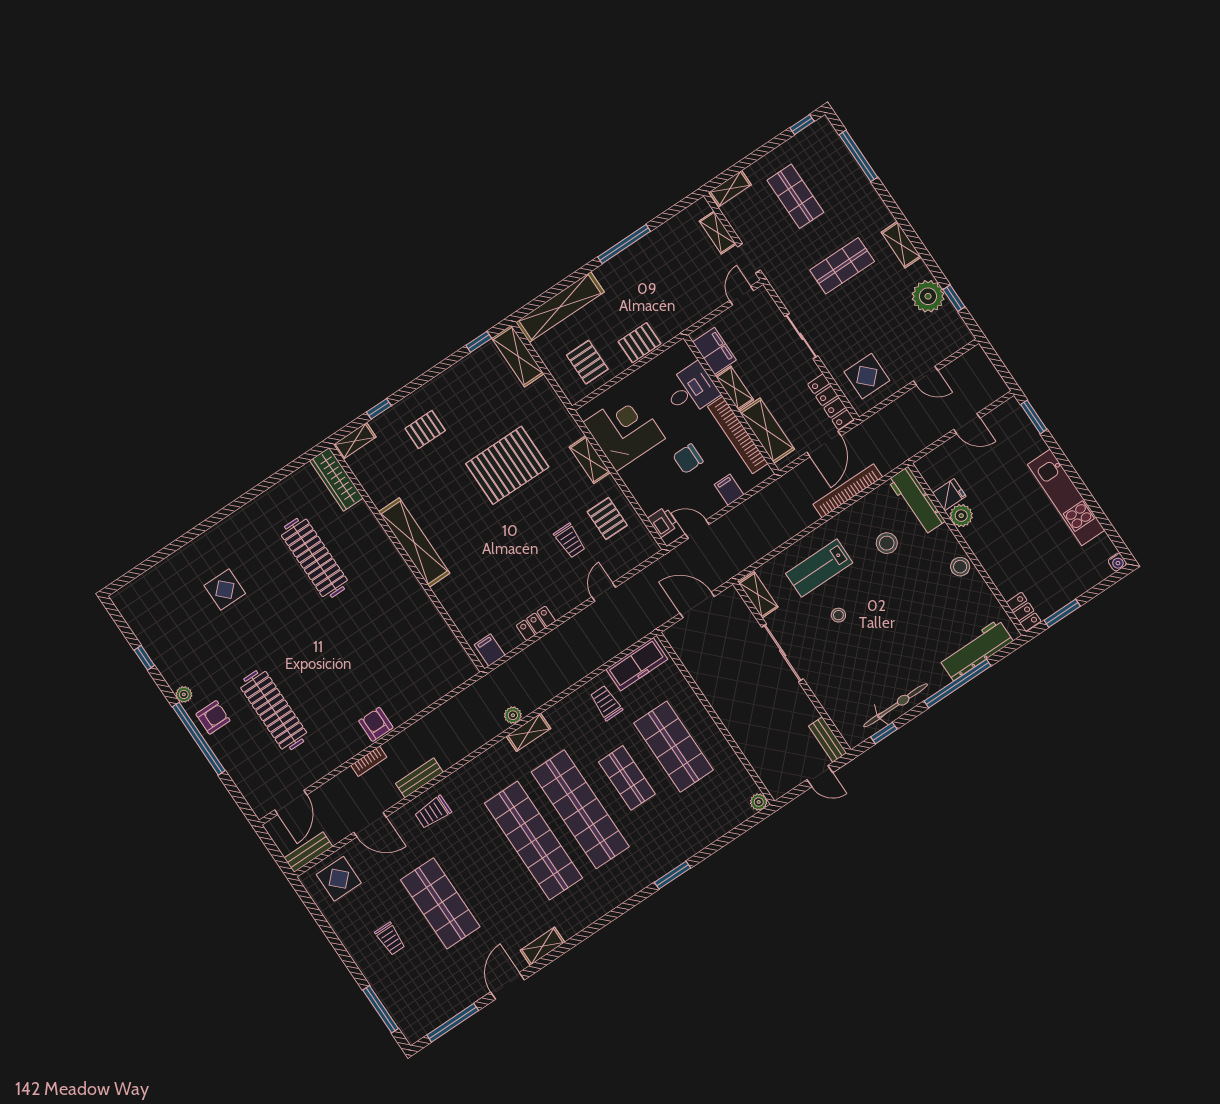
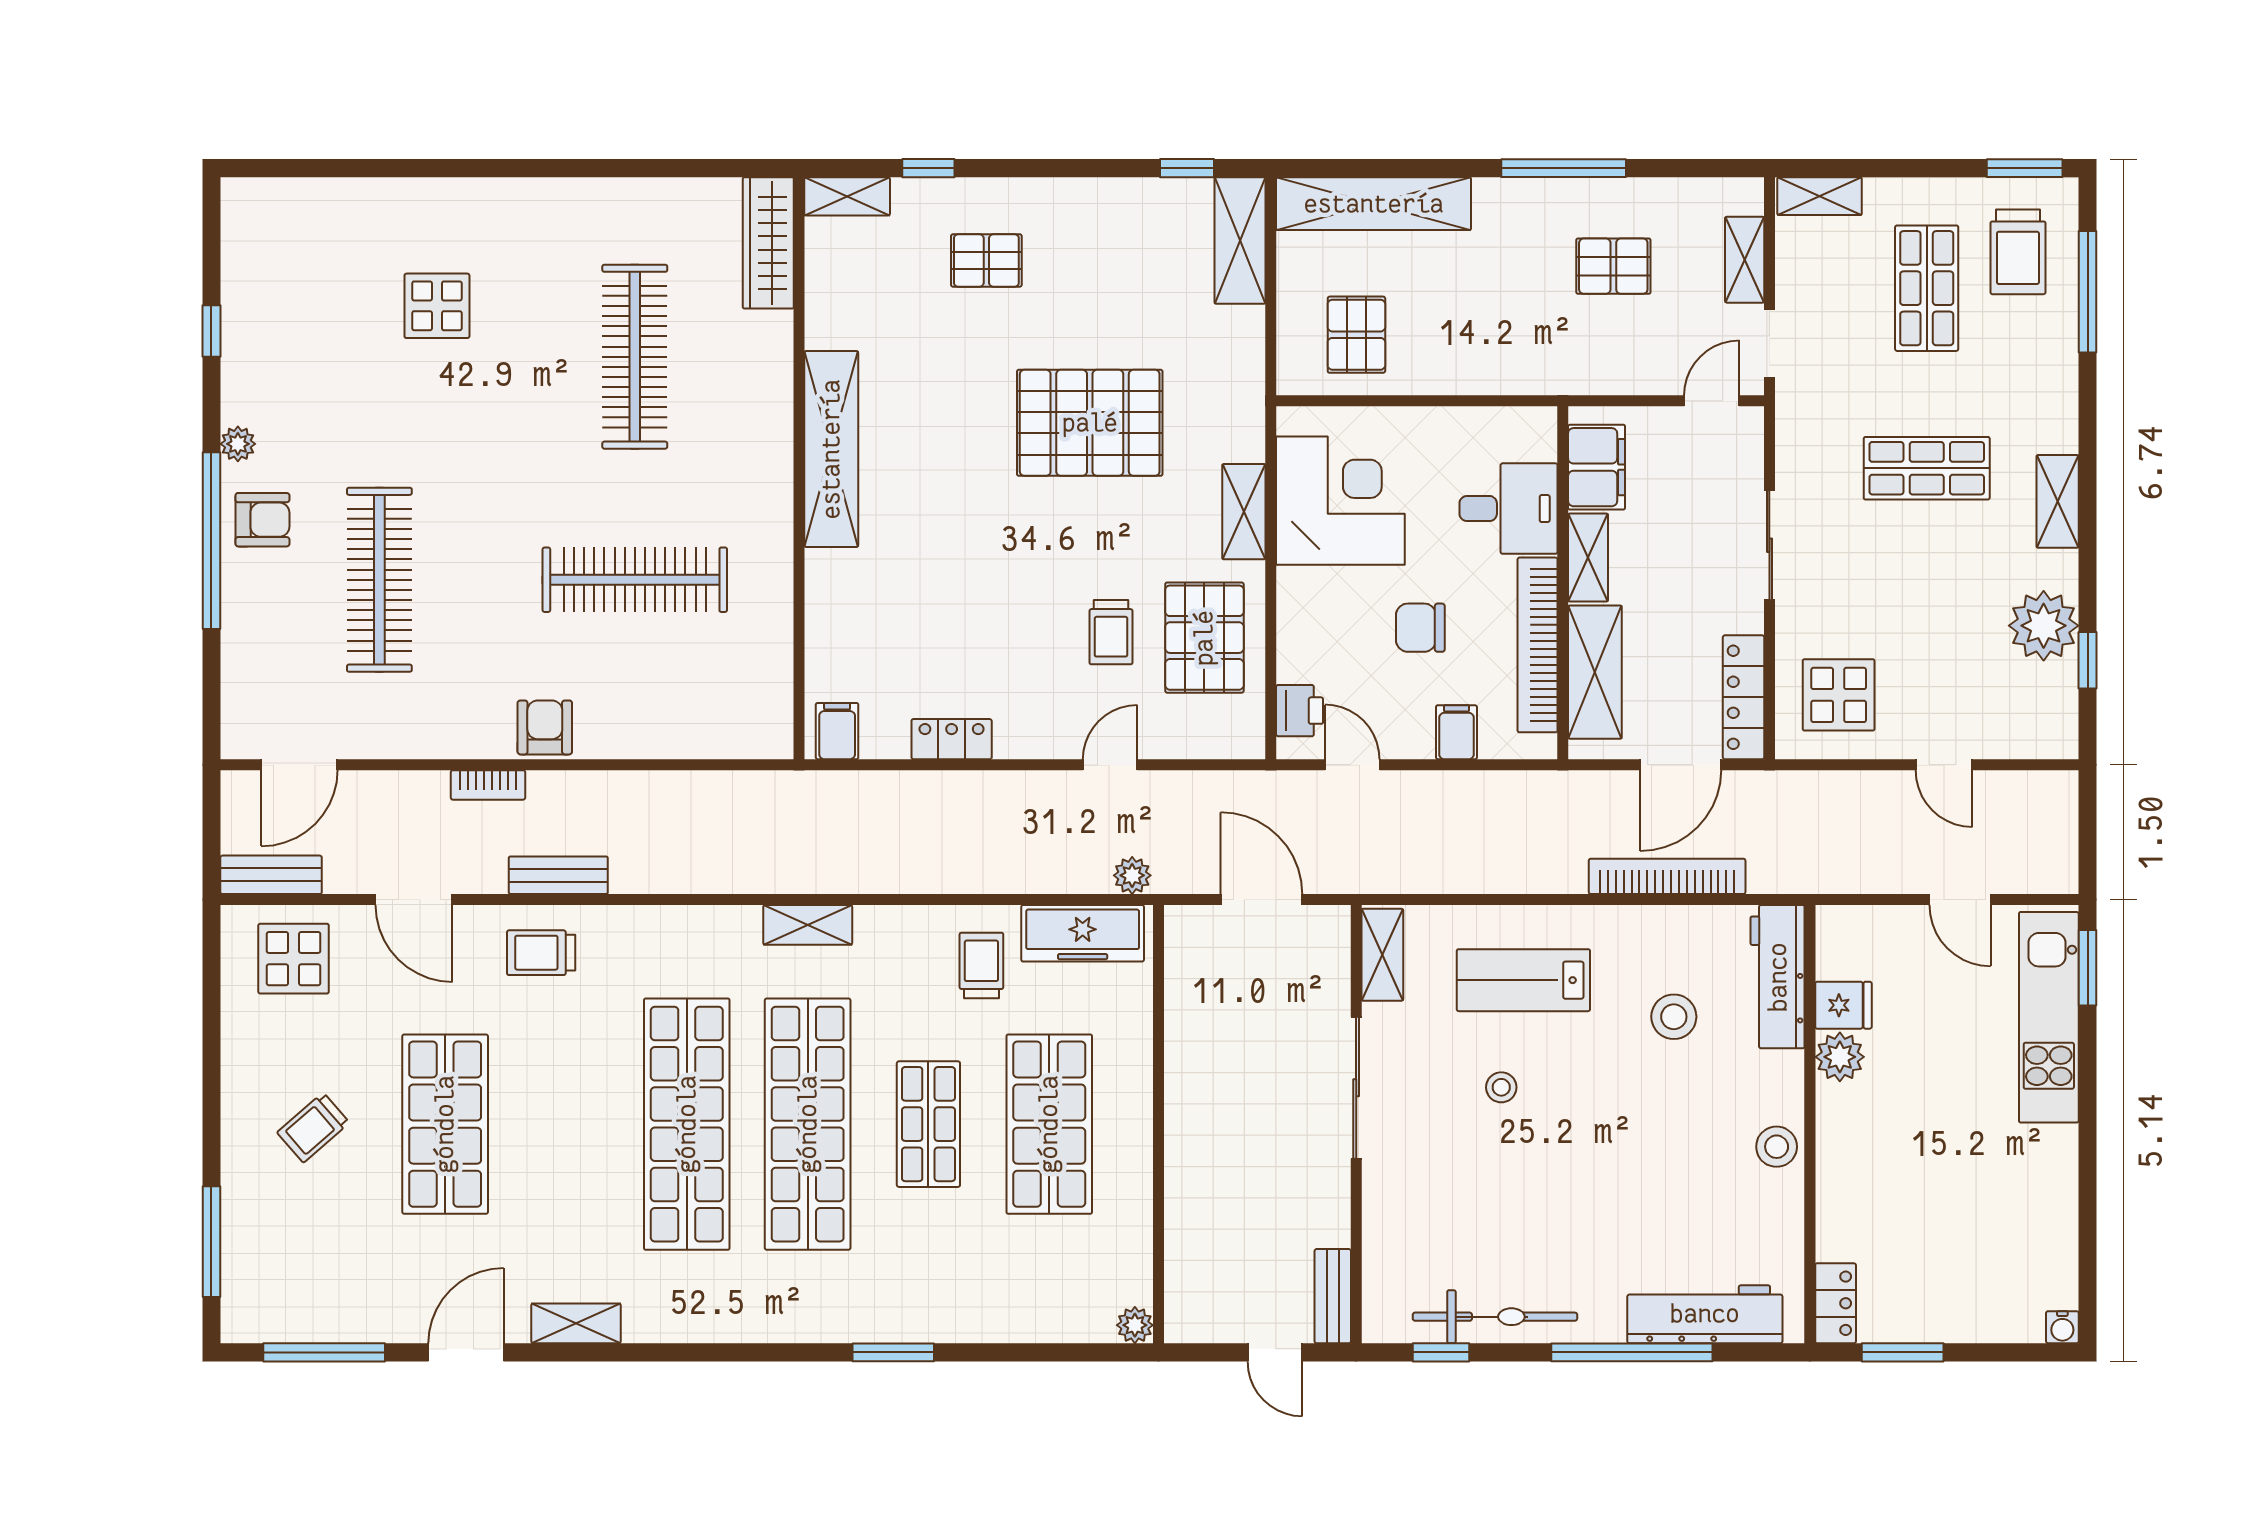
window: (802, 125) -> (2025, 168), width x1.50
trolley: (821, 159) -> (2018, 252), added
pallet: (640, 343) -> (1613, 266), moved
kitchen unit: (1066, 497) -> (2049, 1017), moved
pallet: (607, 518) -> (1204, 638), width x1.50, depth x1.42
clothes rail: (372, 644) -> (635, 580), added
plant: (513, 715) -> (1132, 875), moved
trolley: (390, 939) -> (313, 1128), turned 49

